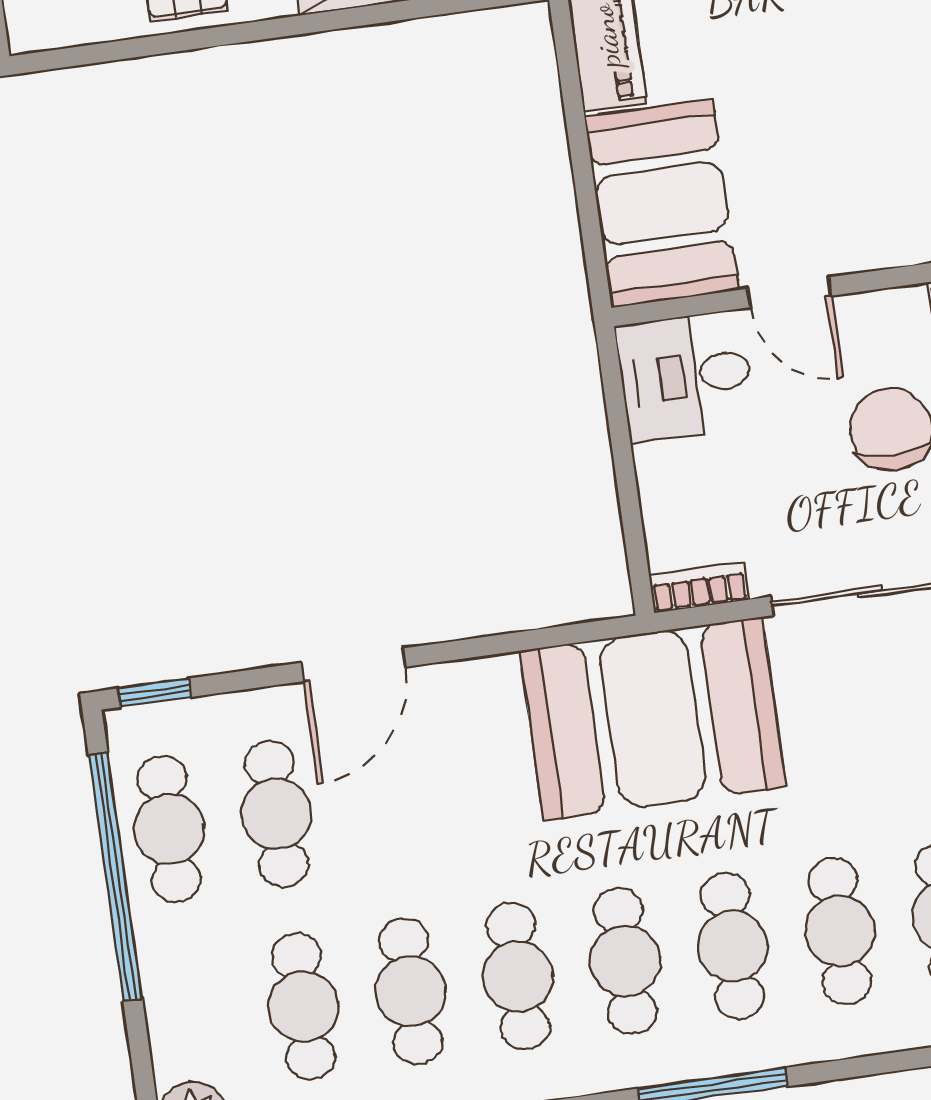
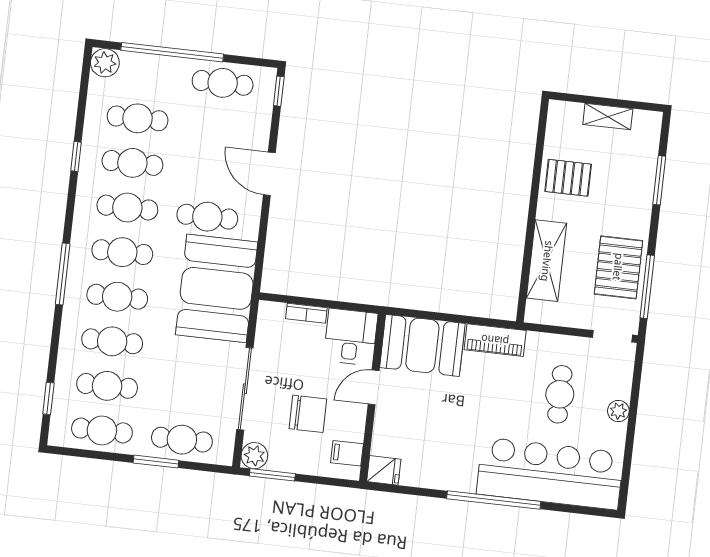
bookcase: (699, 587) -> (306, 313), moved, turned 90
cafe table: (276, 814) -> (207, 217), moved
window: (115, 877) -> (172, 52), moved

